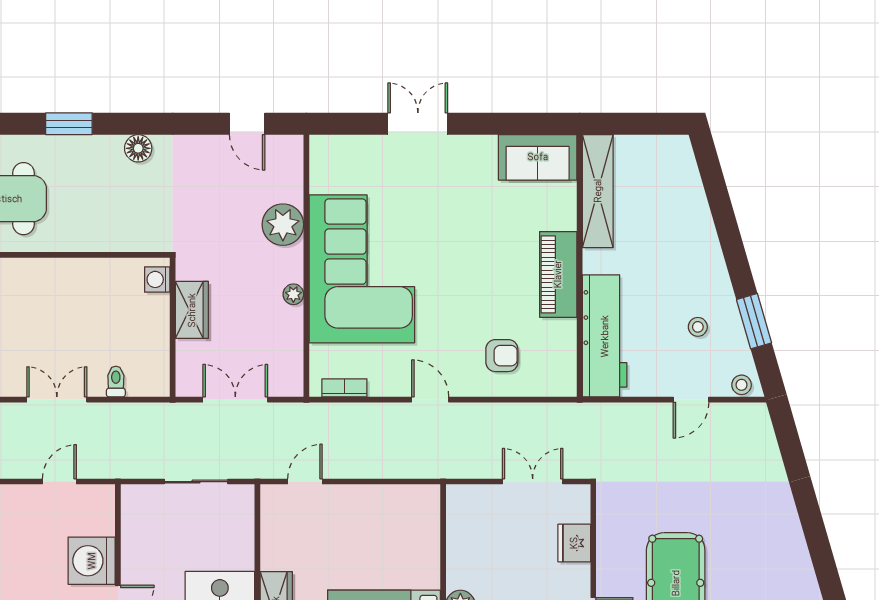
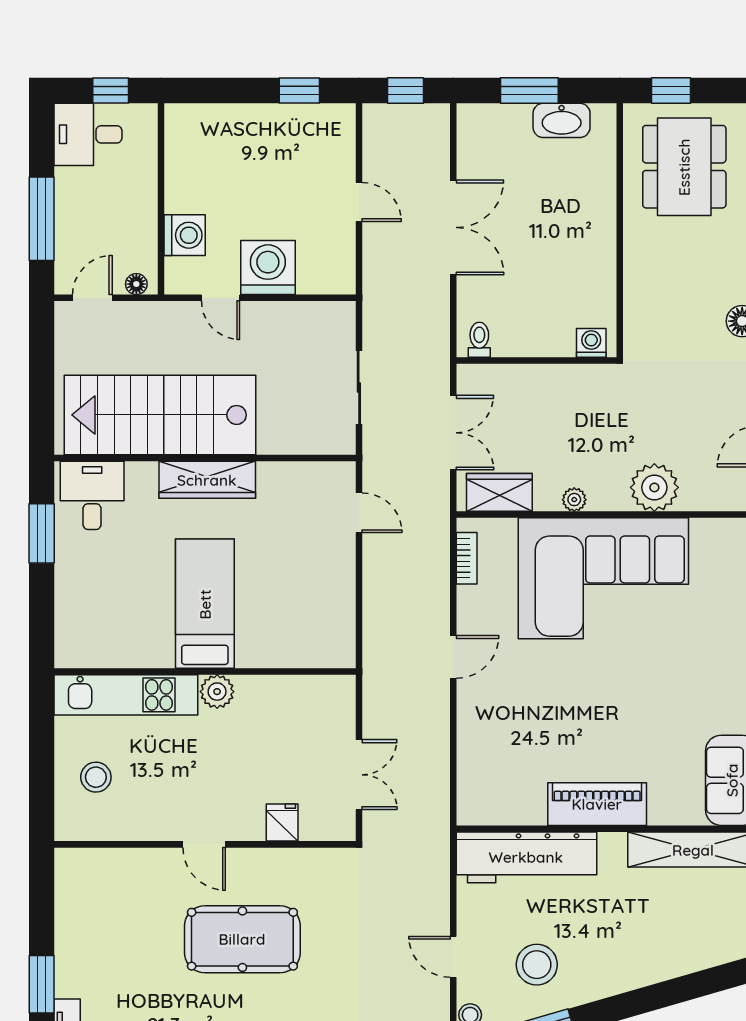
wardrobe: (192, 310) -> (499, 492), moved, turned 180
stool: (698, 327) -> (537, 965), width x1.89, depth x1.89
armchair: (502, 356) -> (504, 739), removed
toilet: (116, 381) -> (479, 340), moved, turned -90
double door: (57, 400) -> (453, 227), width x1.37
door: (59, 482) -> (359, 202), moved
fridge: (574, 543) -> (282, 822), width x0.72

